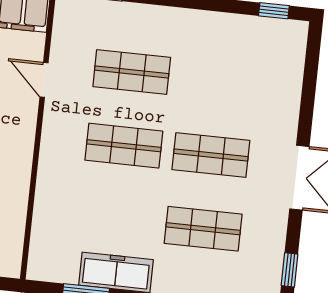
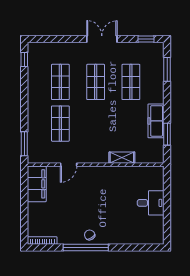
shop shelf: (124, 146) -> (60, 82), moved
shelving: (47, 193) -> (122, 158), added

